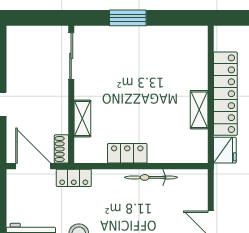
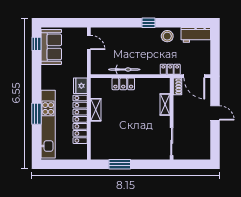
window: (128, 18) -> (120, 164), moved
locker: (127, 153) -> (123, 84), moved

